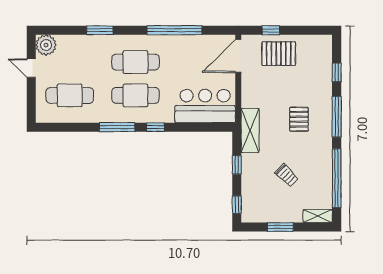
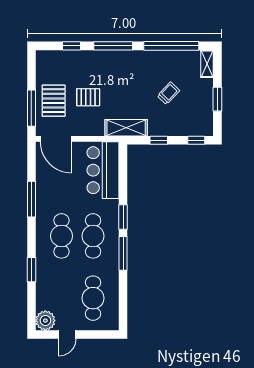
window: (175, 30) -> (31, 199), width x0.68
window: (271, 30) -> (31, 108), width x2.17
pallet: (299, 119) -> (88, 97), moved
window: (155, 127) -> (123, 217), width x1.50

